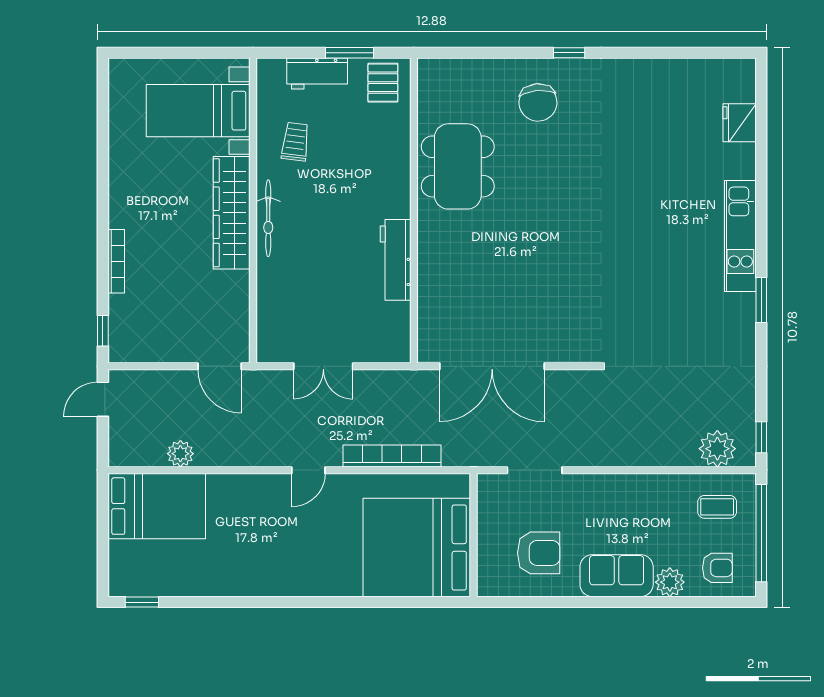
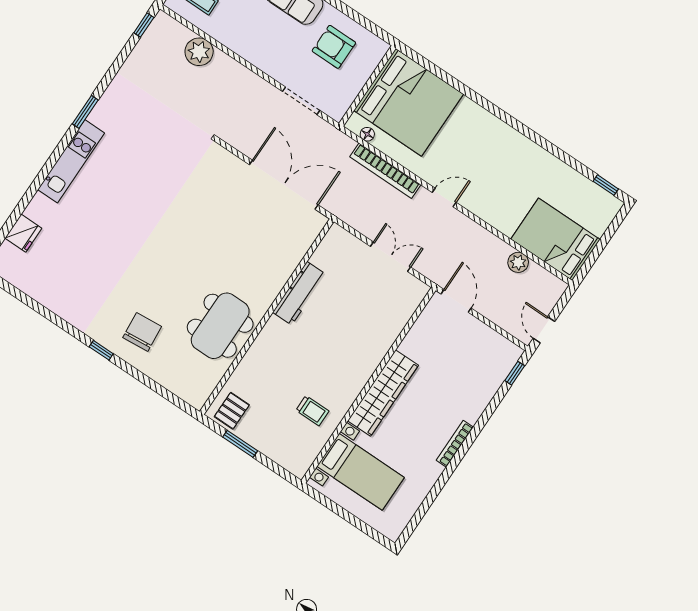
workbench: (317, 73) -> (269, 445), removed
trolley: (295, 142) -> (312, 411), turned -97
bicycle: (268, 218) -> (362, 374), removed
bookcase: (116, 261) -> (455, 444), moved
door: (103, 399) -> (544, 330), swing flipped
plant: (717, 449) -> (199, 52), moved
floor lamp: (438, 482) -> (367, 134), added

